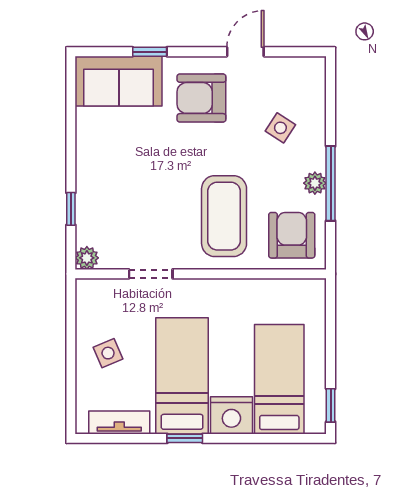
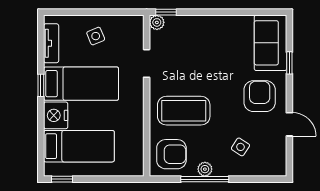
window: (71, 209) -> (166, 12), moved

